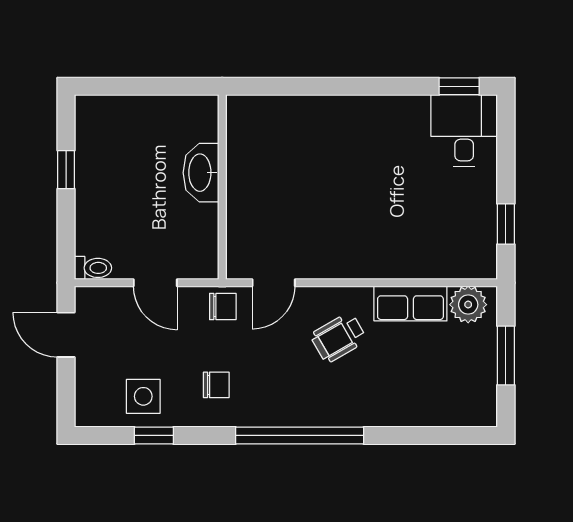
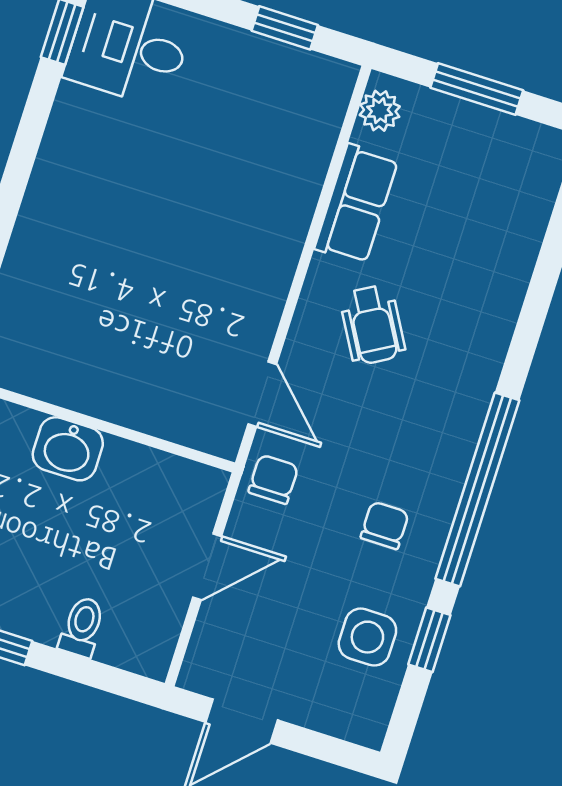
washbasin: (201, 173) -> (68, 449), width x0.72
toilet: (93, 268) -> (82, 627), moved
plant: (468, 305) -> (380, 111), width x0.73, depth x0.73
window: (300, 435) -> (477, 489), moved

